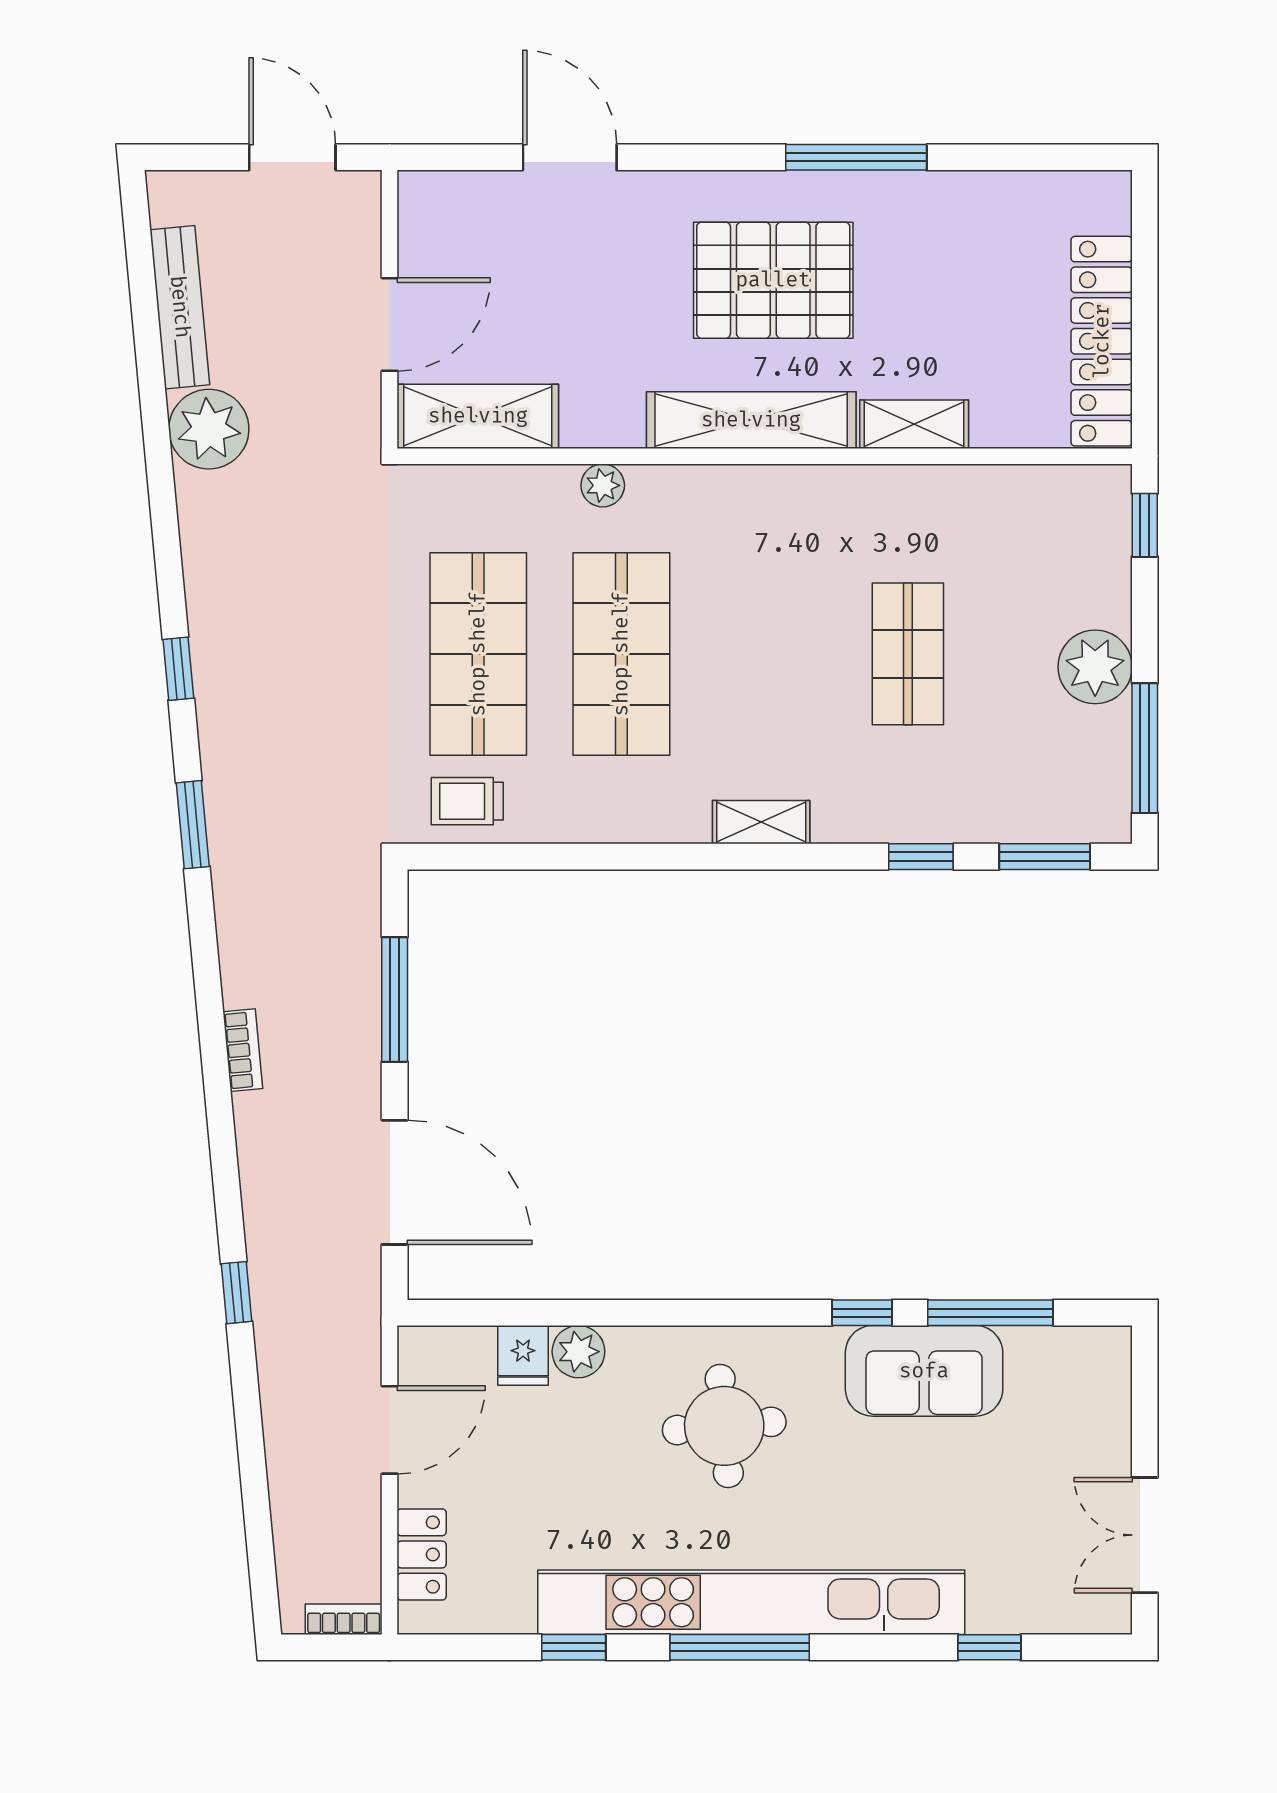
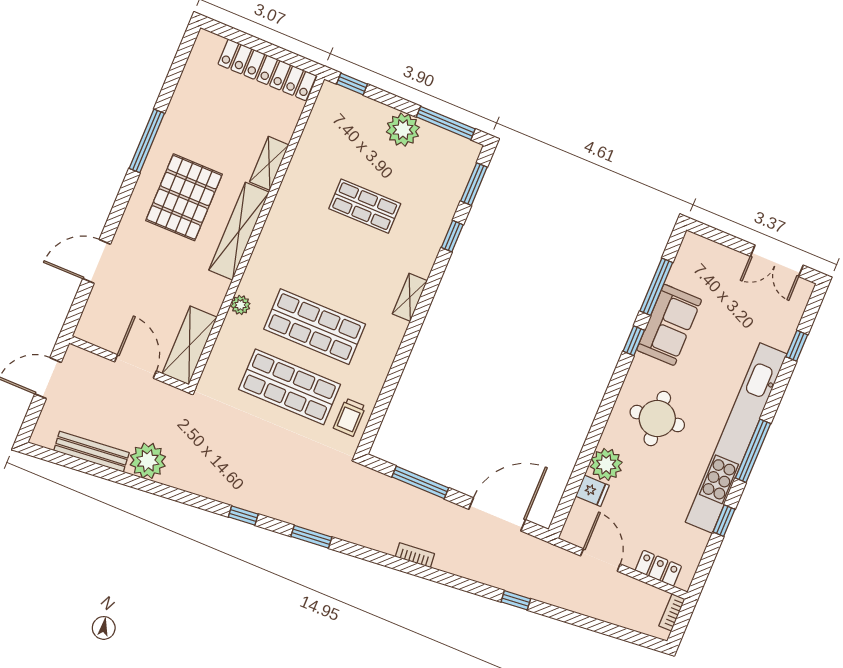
plant: (578, 1352) -> (606, 464), width x1.36, depth x1.36

